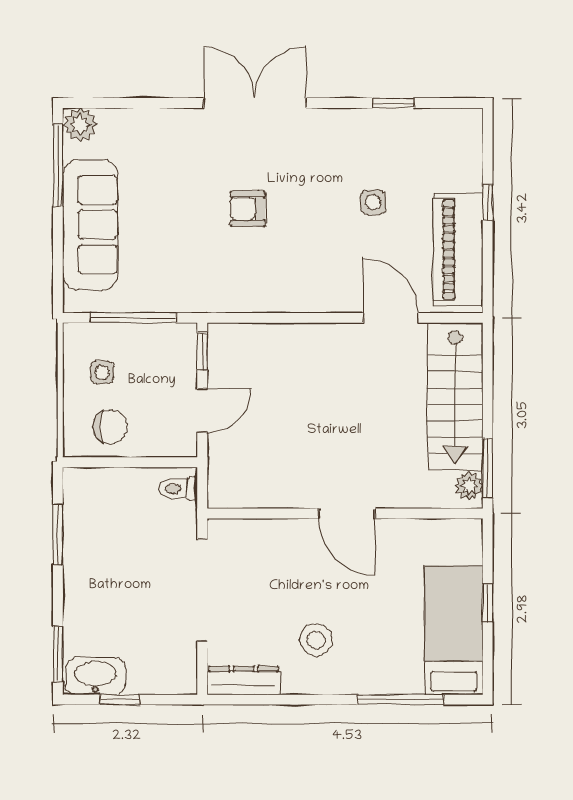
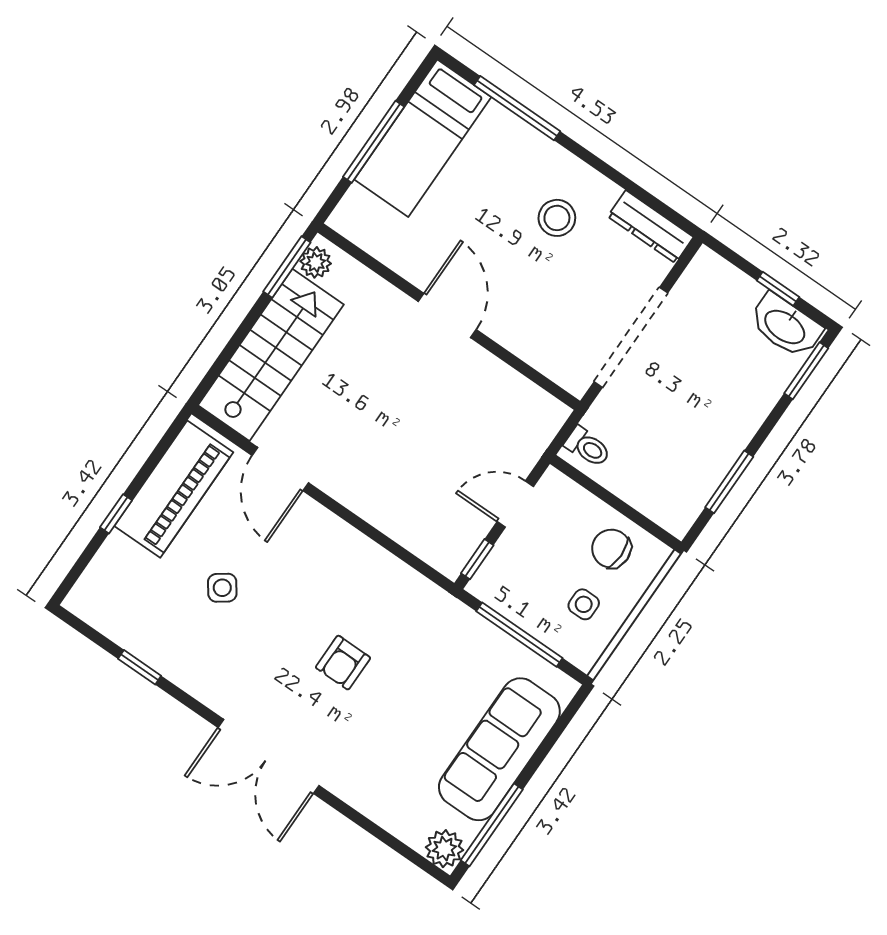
side table: (373, 202) -> (222, 588), turned -36
armchair: (248, 209) -> (343, 663), turned 90
window: (488, 603) -> (374, 142), width x2.17

